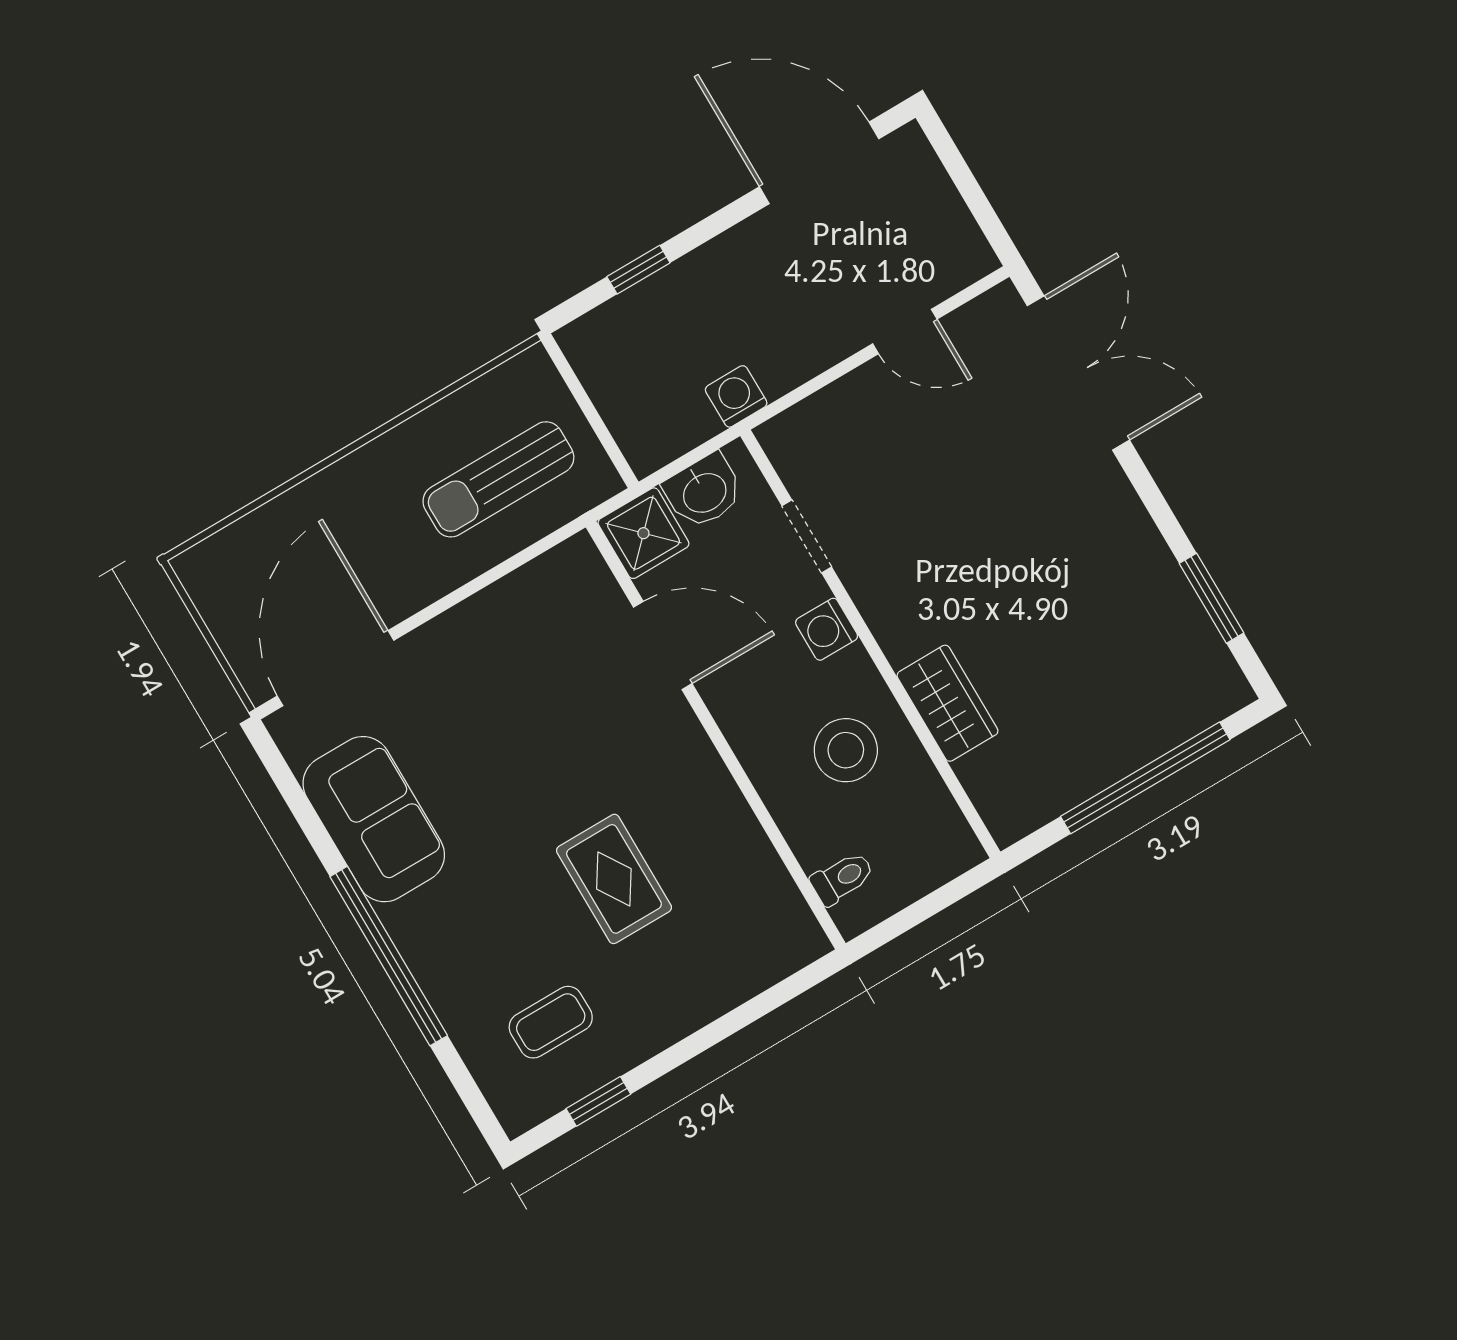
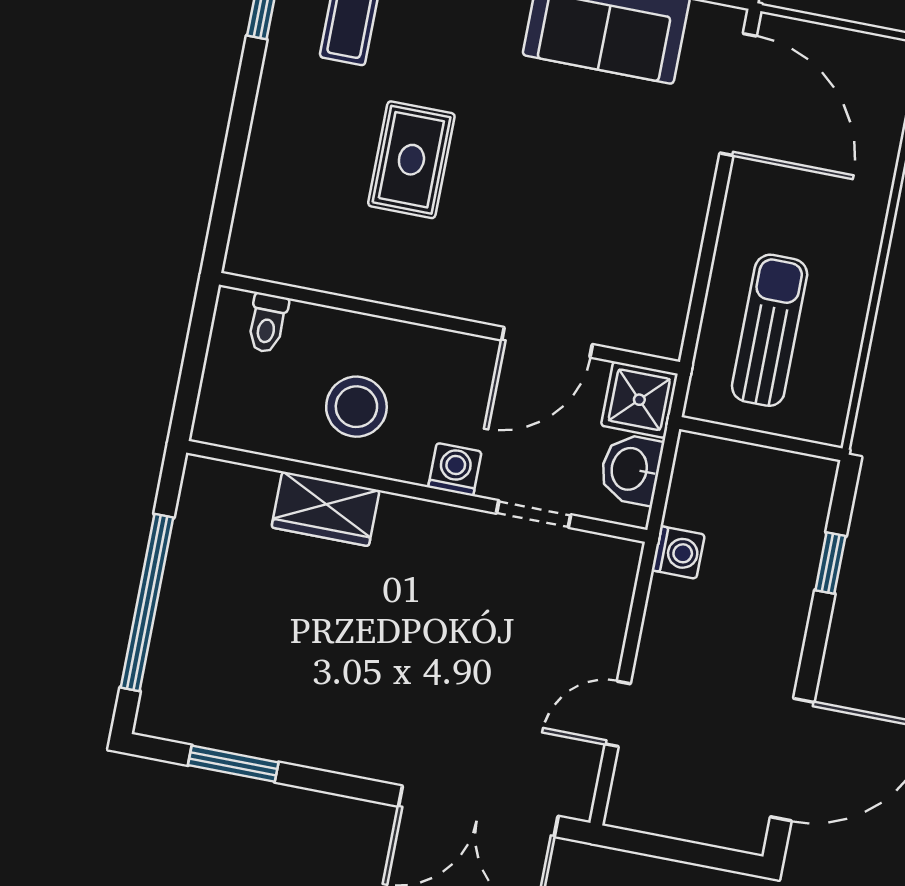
rug: (614, 879) -> (411, 160), turned 90

